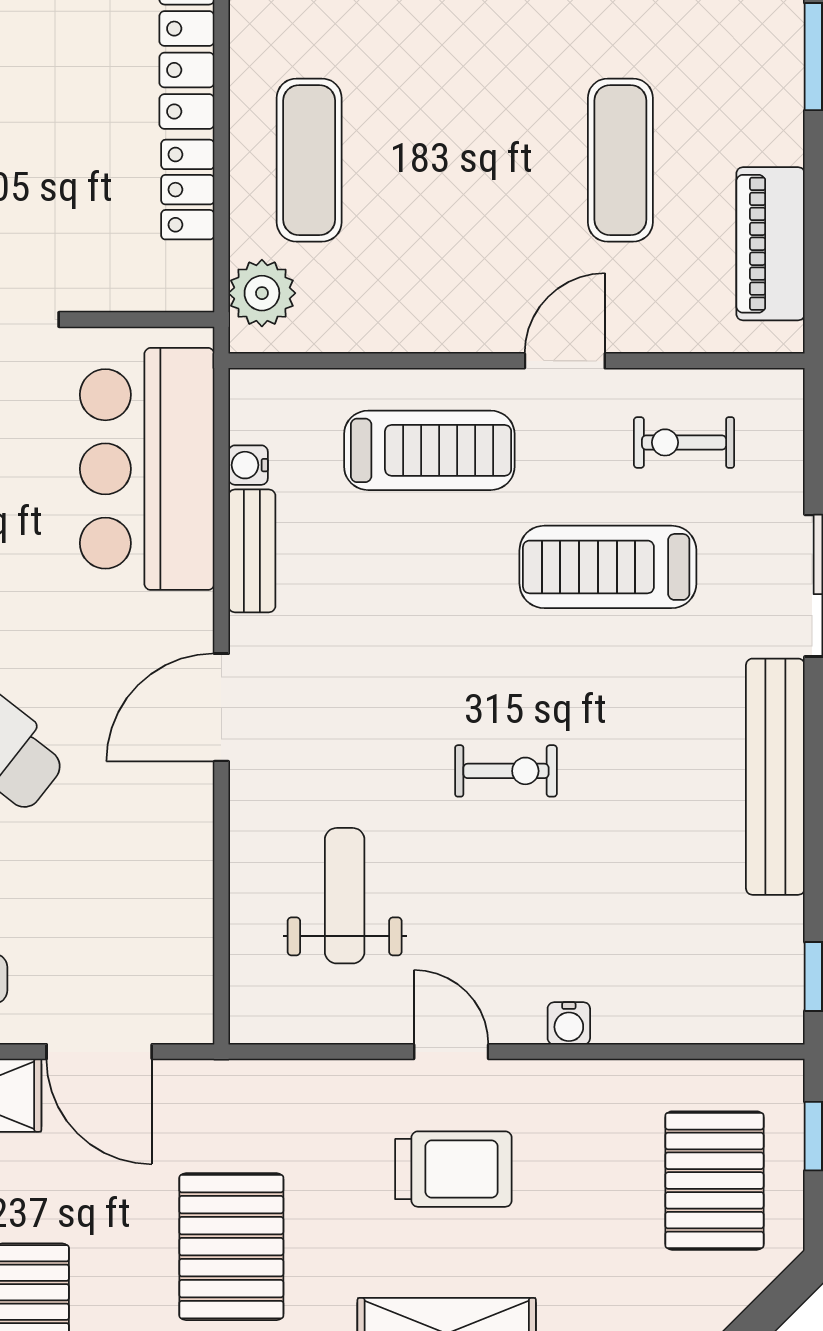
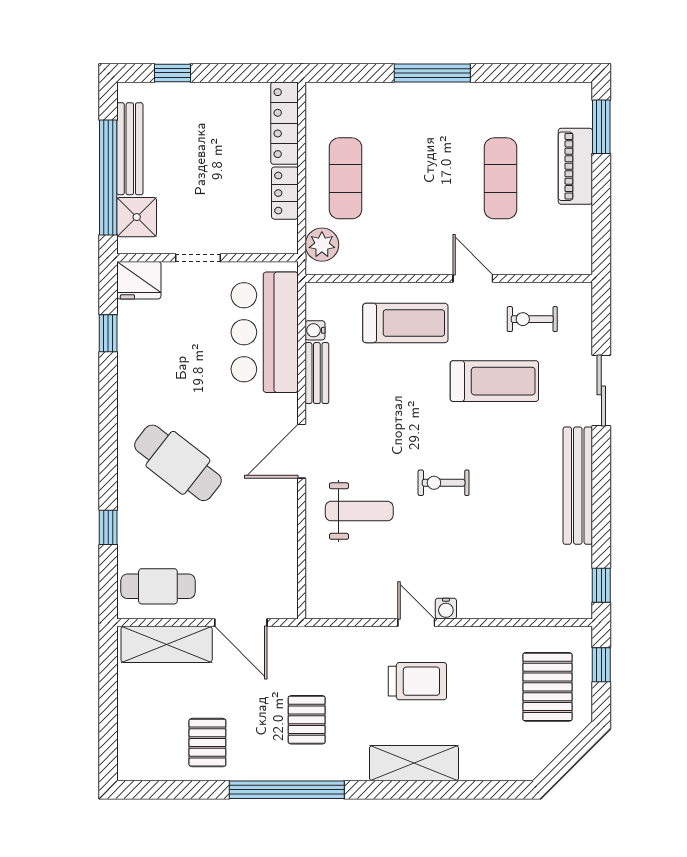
piano: (771, 244) -> (575, 166), moved
door: (565, 361) -> (473, 278), hinge flipped
treadmill: (608, 567) -> (494, 381), turned 180
exercise bike: (506, 771) -> (444, 483), turned 180
weight bench: (345, 896) -> (359, 511), moved, turned 90
water cooler: (569, 1023) -> (446, 609), moved
pallet: (231, 1247) -> (307, 720), width x0.67, depth x0.71

